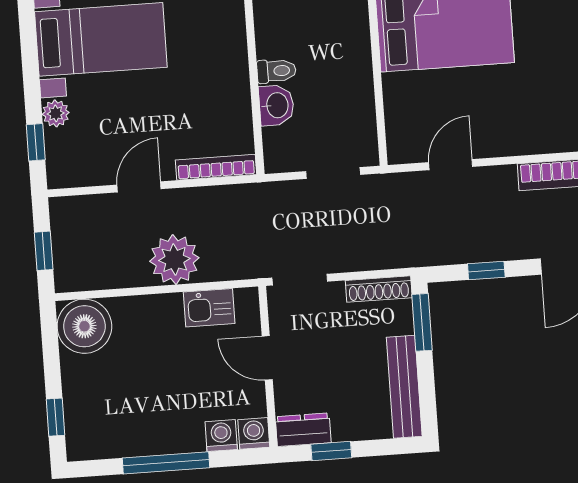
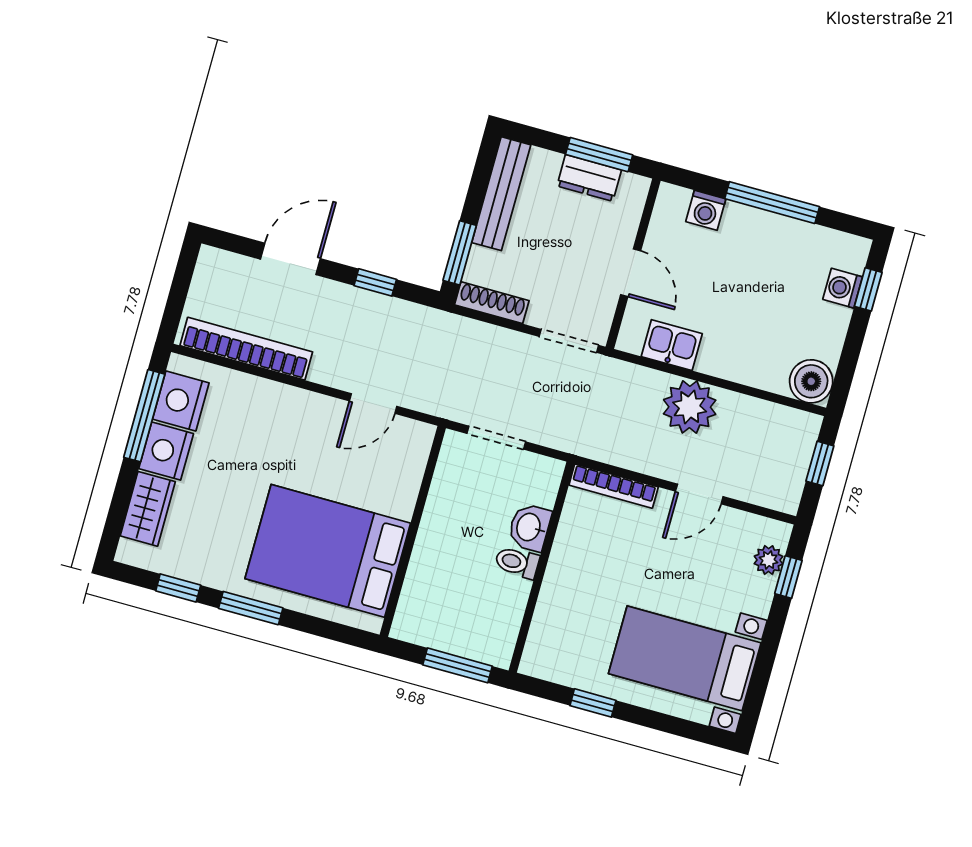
plant: (56, 113) -> (769, 560), moved
boiler: (84, 326) -> (811, 381), width x0.73, depth x0.73
dresser: (303, 430) -> (589, 178), moved
washing machine: (254, 433) -> (843, 288), moved, turned 90
window: (331, 451) -> (599, 155), width x1.50

